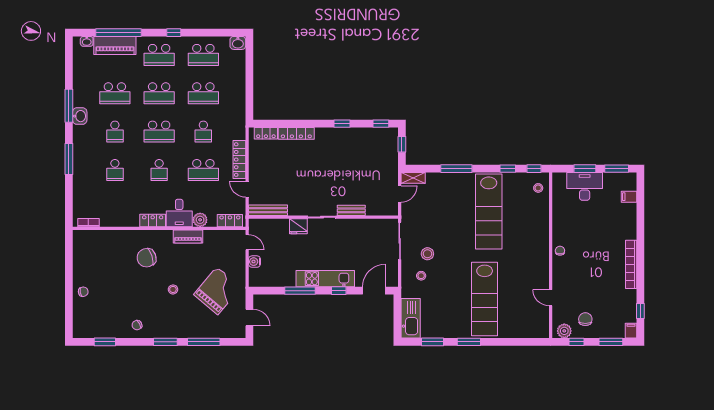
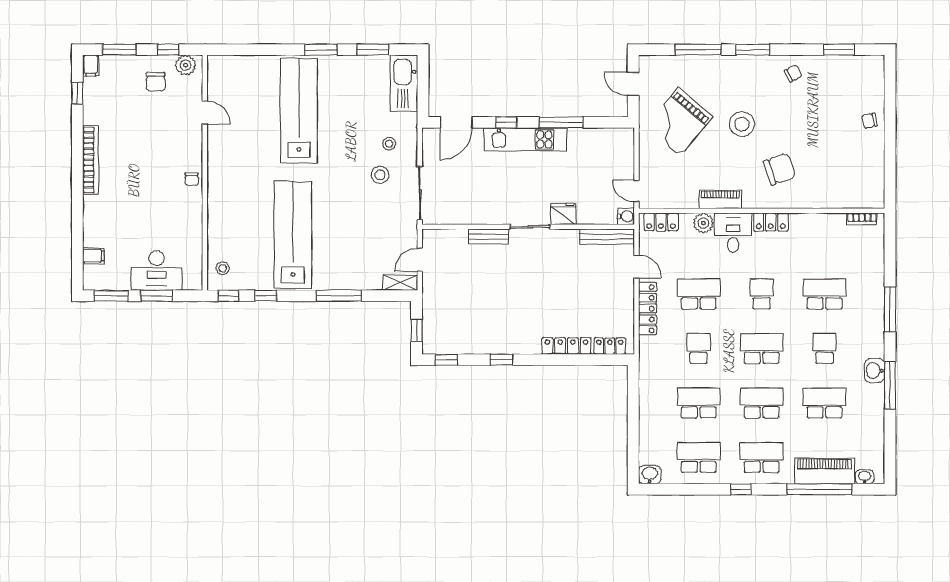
school desk: (115, 170) -> (824, 294), width x1.85
water cooler: (255, 262) -> (626, 216), moved
stool: (173, 289) -> (742, 124), width x1.89, depth x1.89

